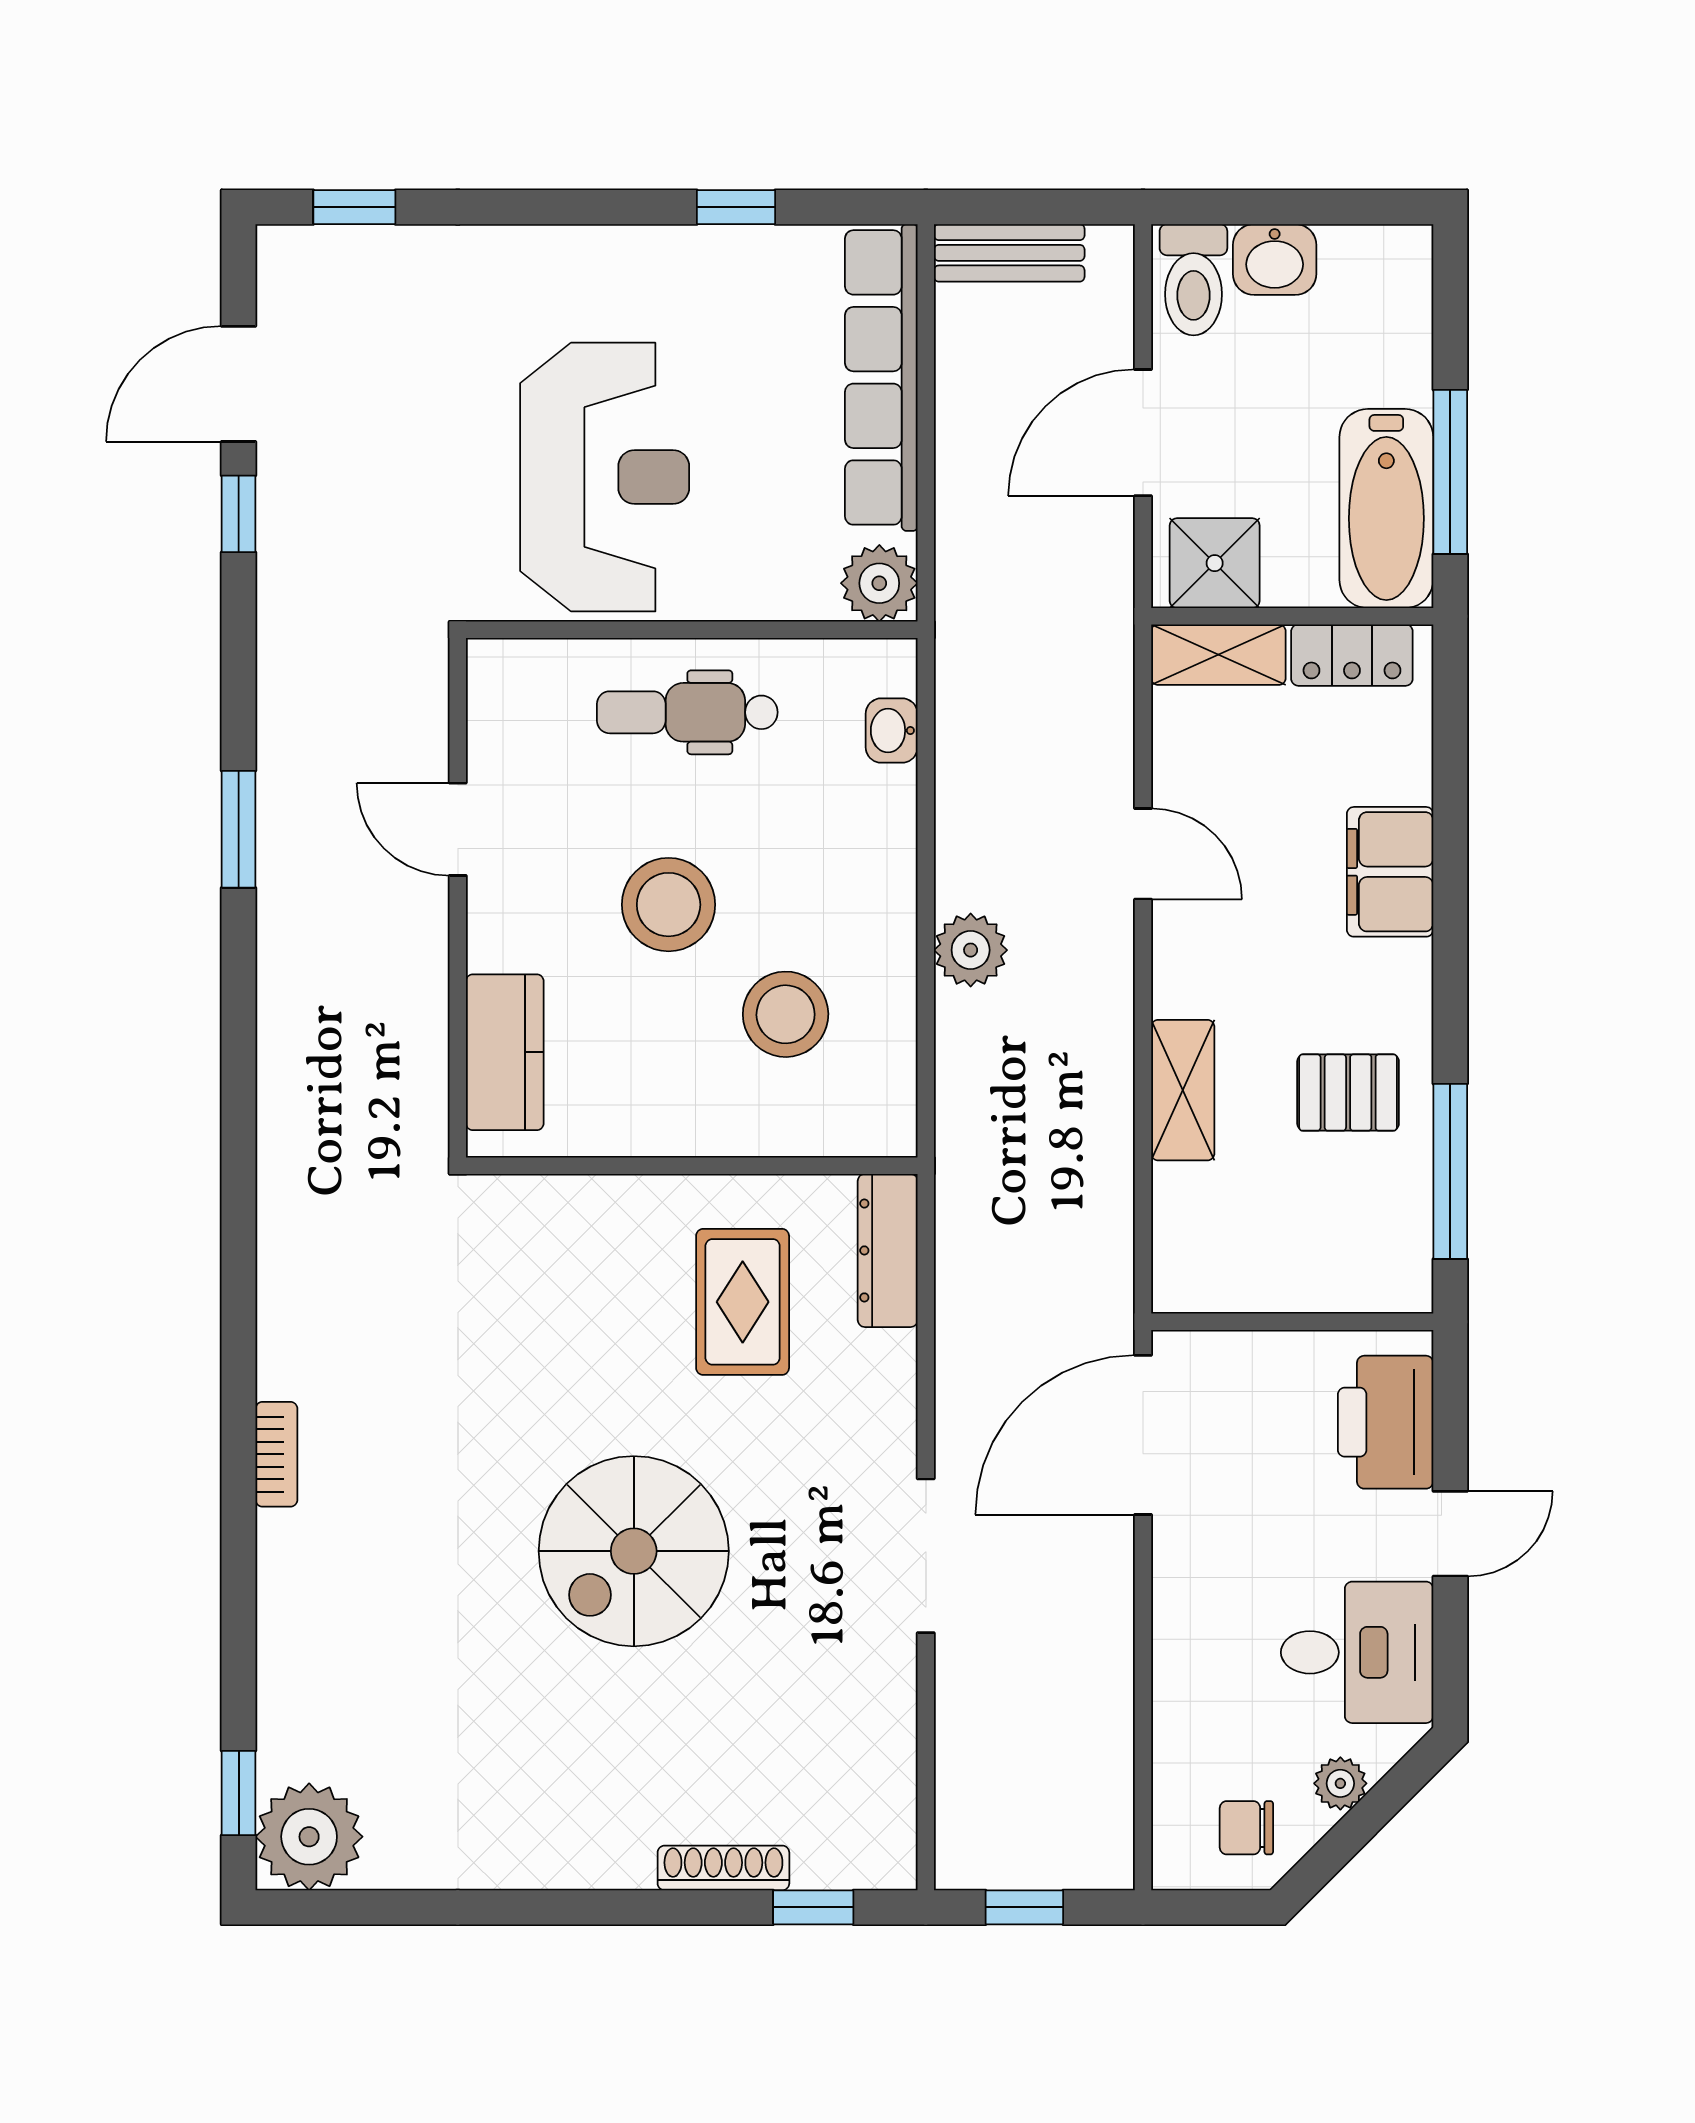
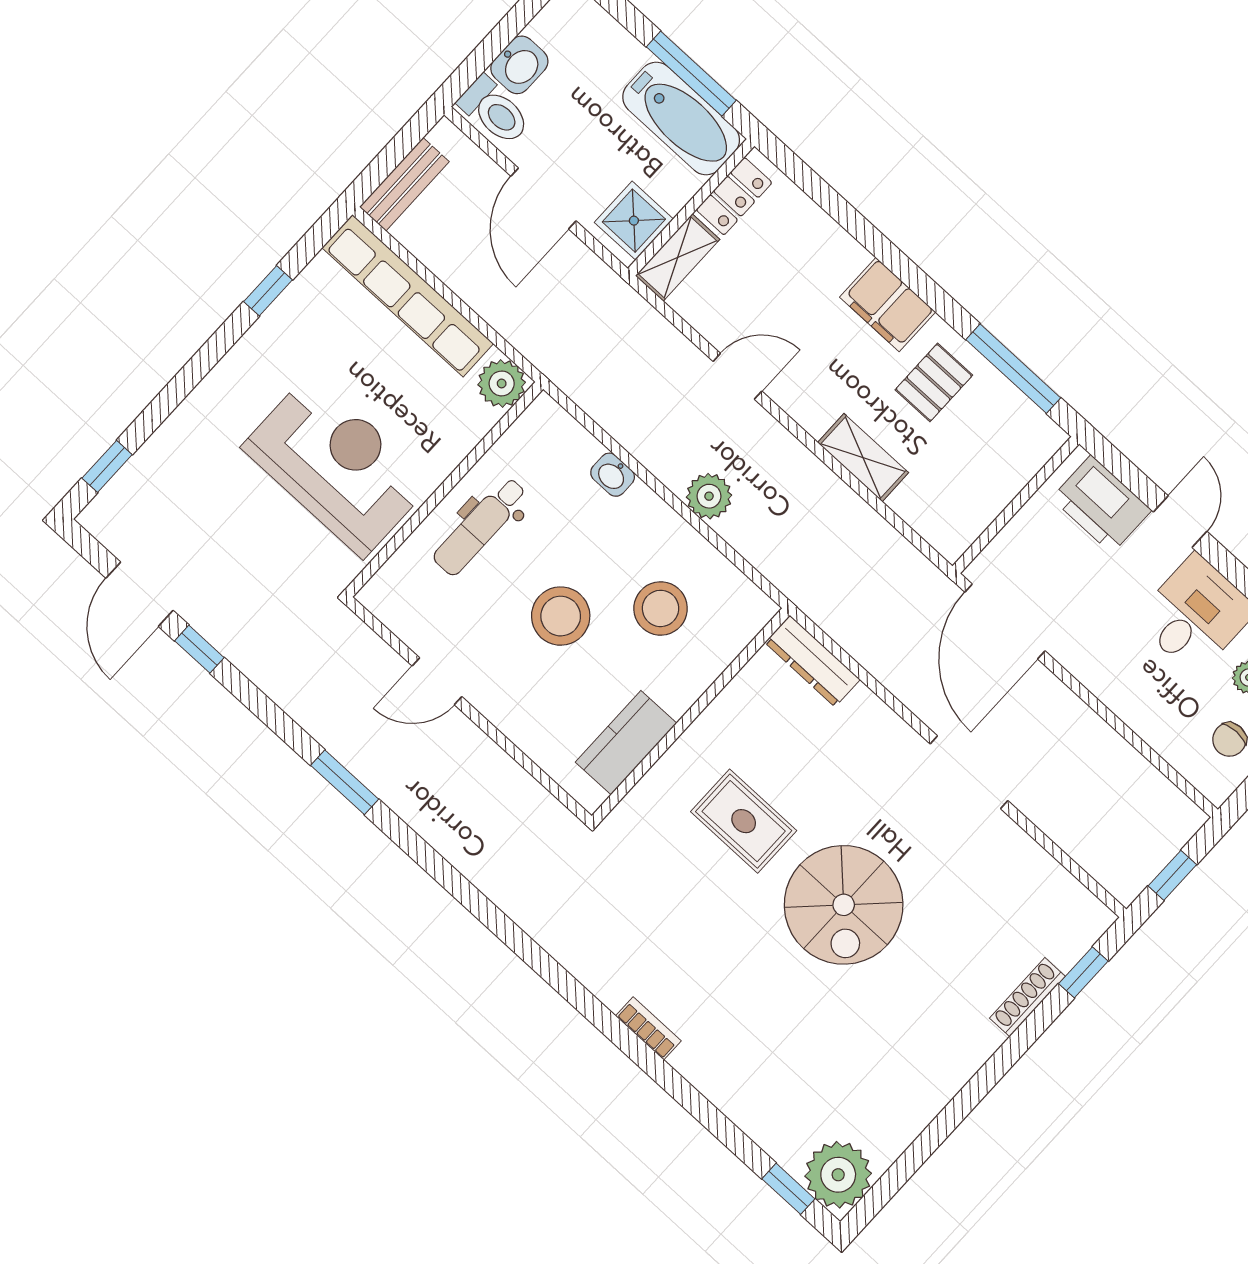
washbasin: (892, 731) -> (613, 475), moved
filing cabinet: (1390, 872) -> (888, 305), moved
kitchen counter: (505, 1052) -> (626, 743), moved, turned -90
rug: (743, 1302) -> (744, 821), moved

